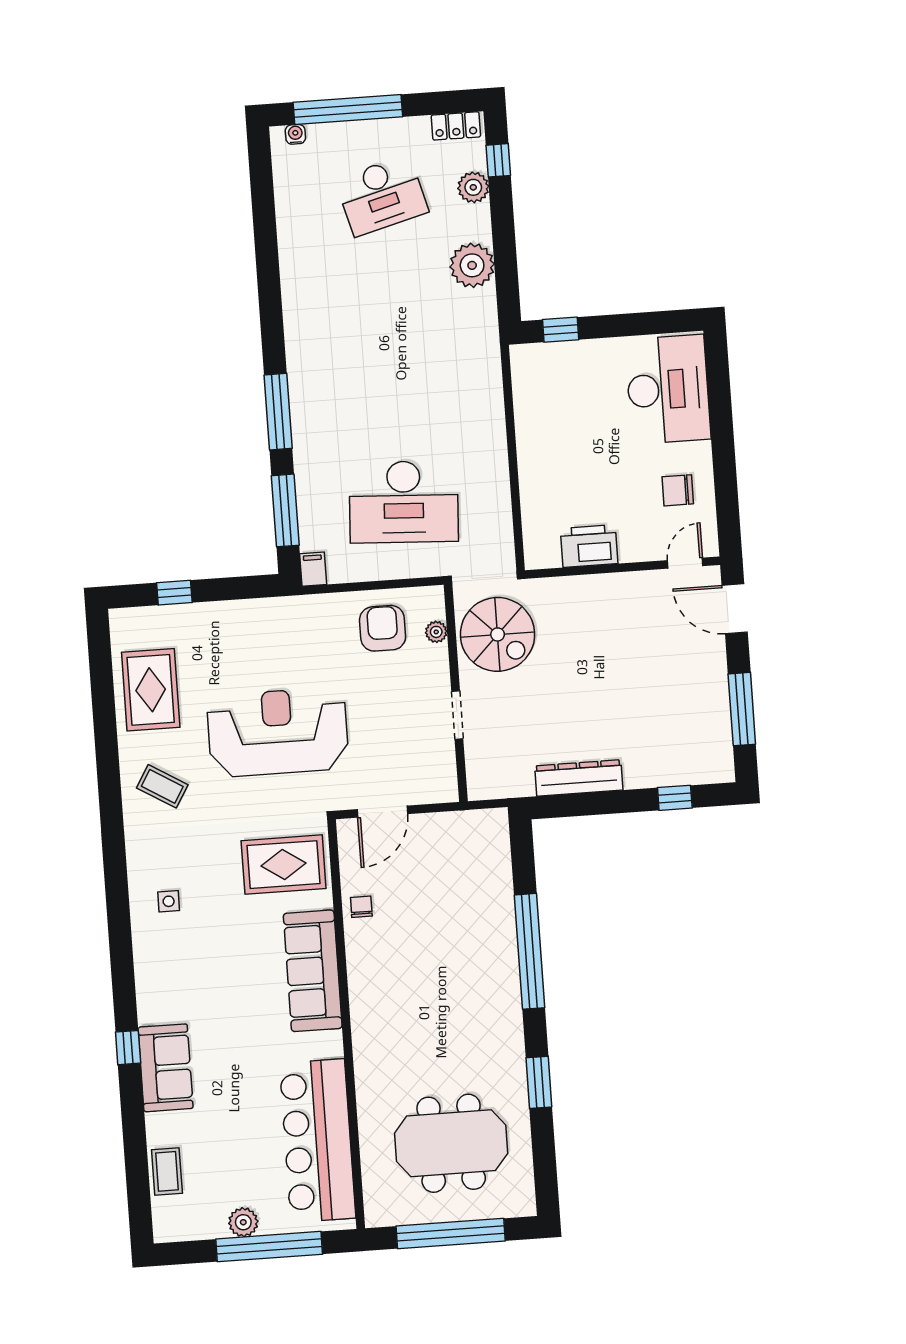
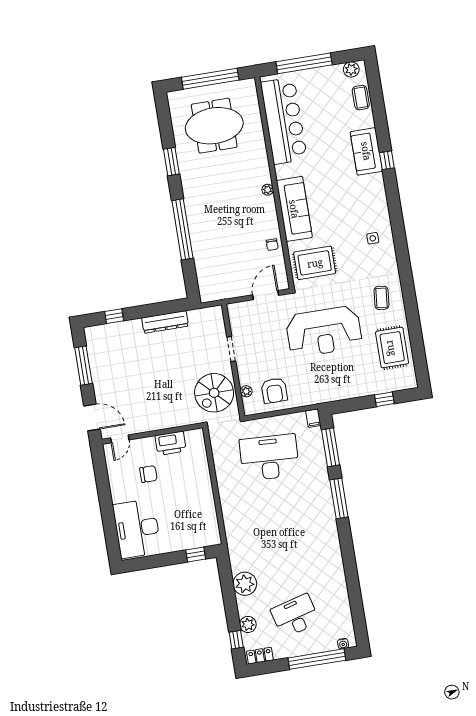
chair: (678, 490) -> (148, 474), moved
spiral stairs: (498, 634) -> (214, 393), turned -90
coffee table: (162, 786) -> (381, 298), turned 65
plant: (360, 1012) -> (268, 190), added
plant: (243, 1222) -> (351, 69), moved

